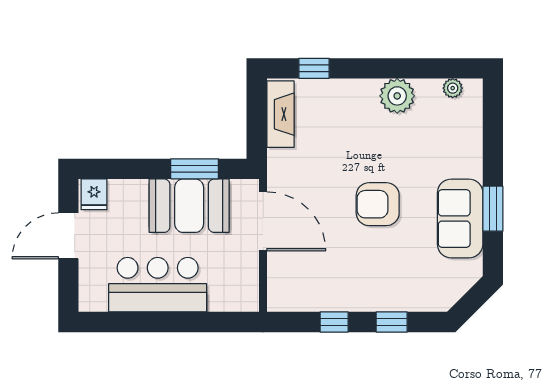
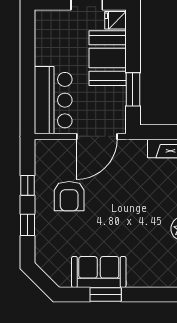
armchair: (378, 204) -> (69, 196), moved, turned 180
booth: (189, 206) -> (108, 58), moved
bar counter: (158, 285) -> (53, 100), moved

